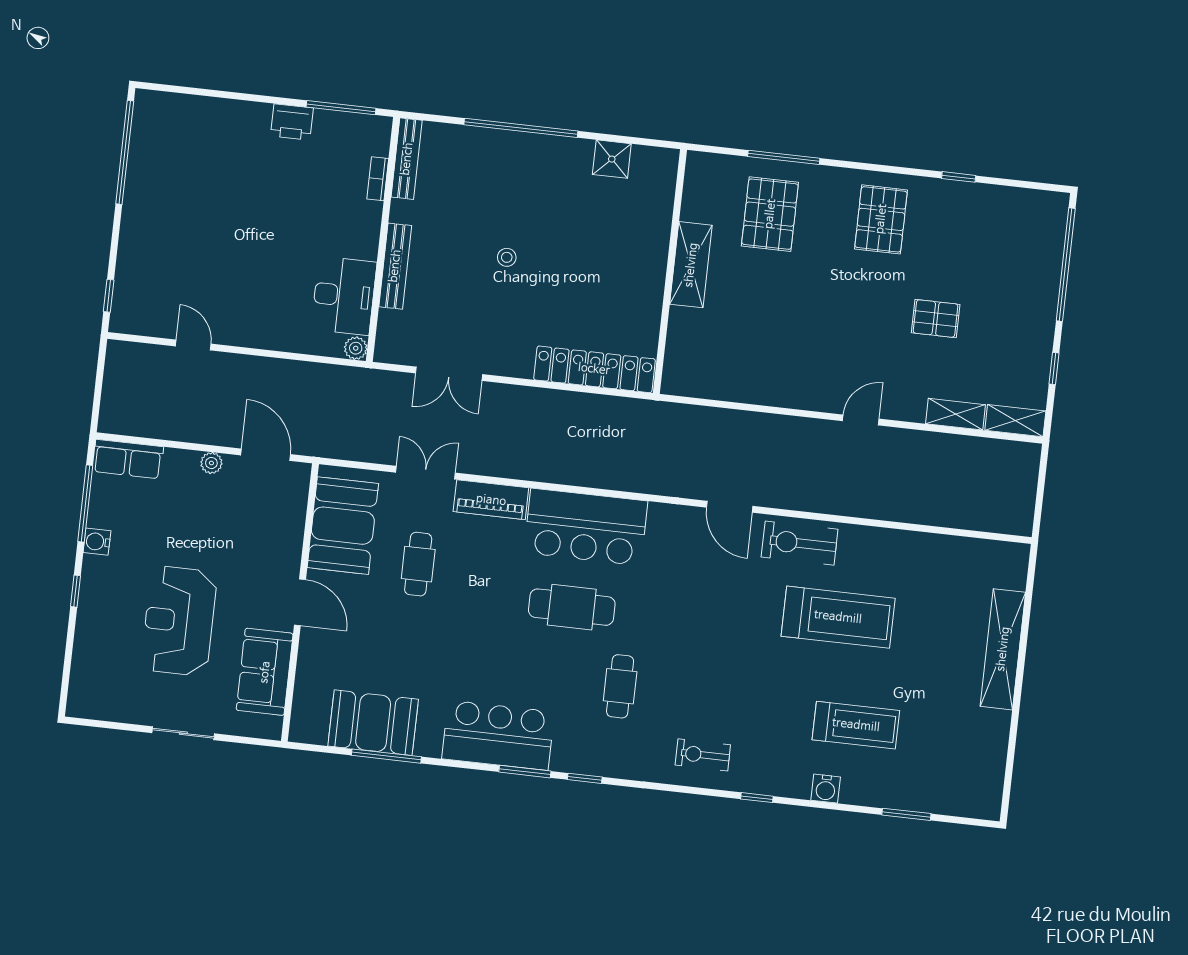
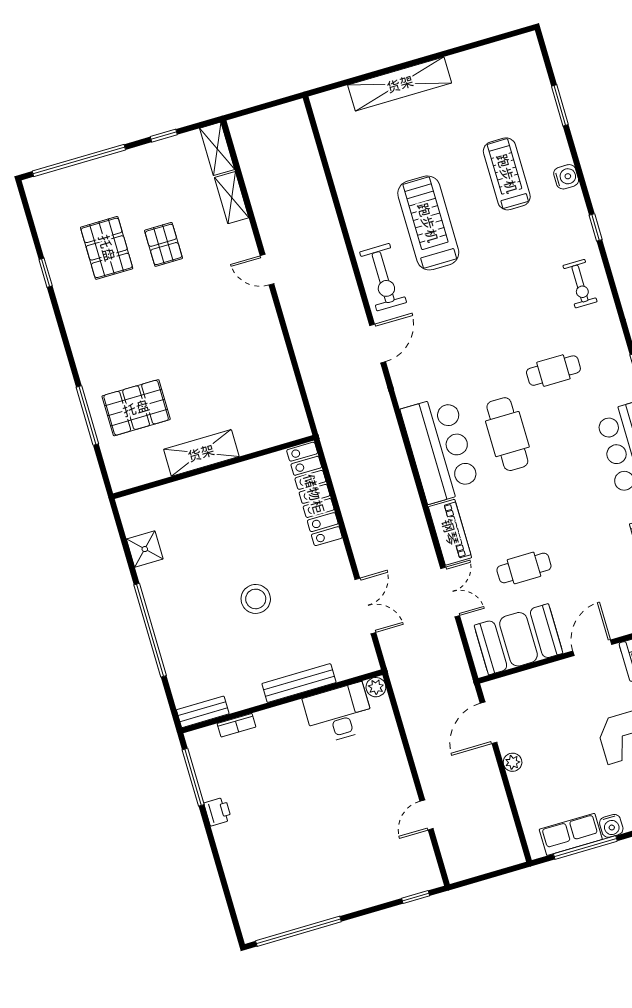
printer: (292, 122) -> (218, 812), width x0.73, depth x0.81
bench: (407, 159) -> (203, 712), width x0.73
pallet: (881, 219) -> (107, 248), moved, turned 90
stool: (507, 257) -> (256, 599), width x1.89, depth x1.89
row of seats: (128, 459) -> (571, 834), moved, turned -90
double door: (426, 473) -> (450, 592), swing flipped

